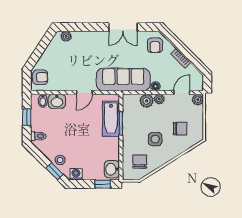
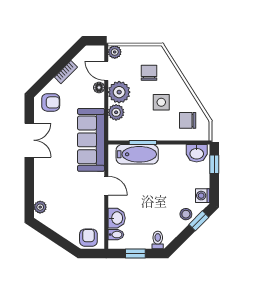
floor lamp: (156, 86) -> (99, 88), moved
plant: (159, 99) -> (119, 92), width x1.87, depth x1.87

